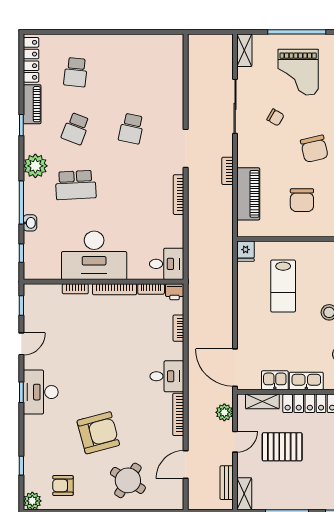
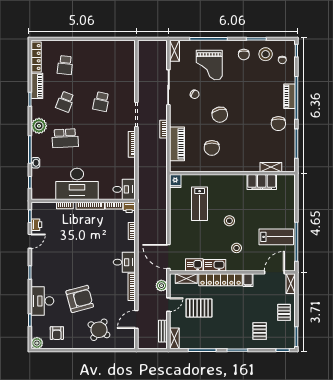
printer: (31, 318) -> (36, 225), added
desk: (41, 392) -> (42, 301), moved
armchair: (63, 485) -> (57, 333), turned -90

